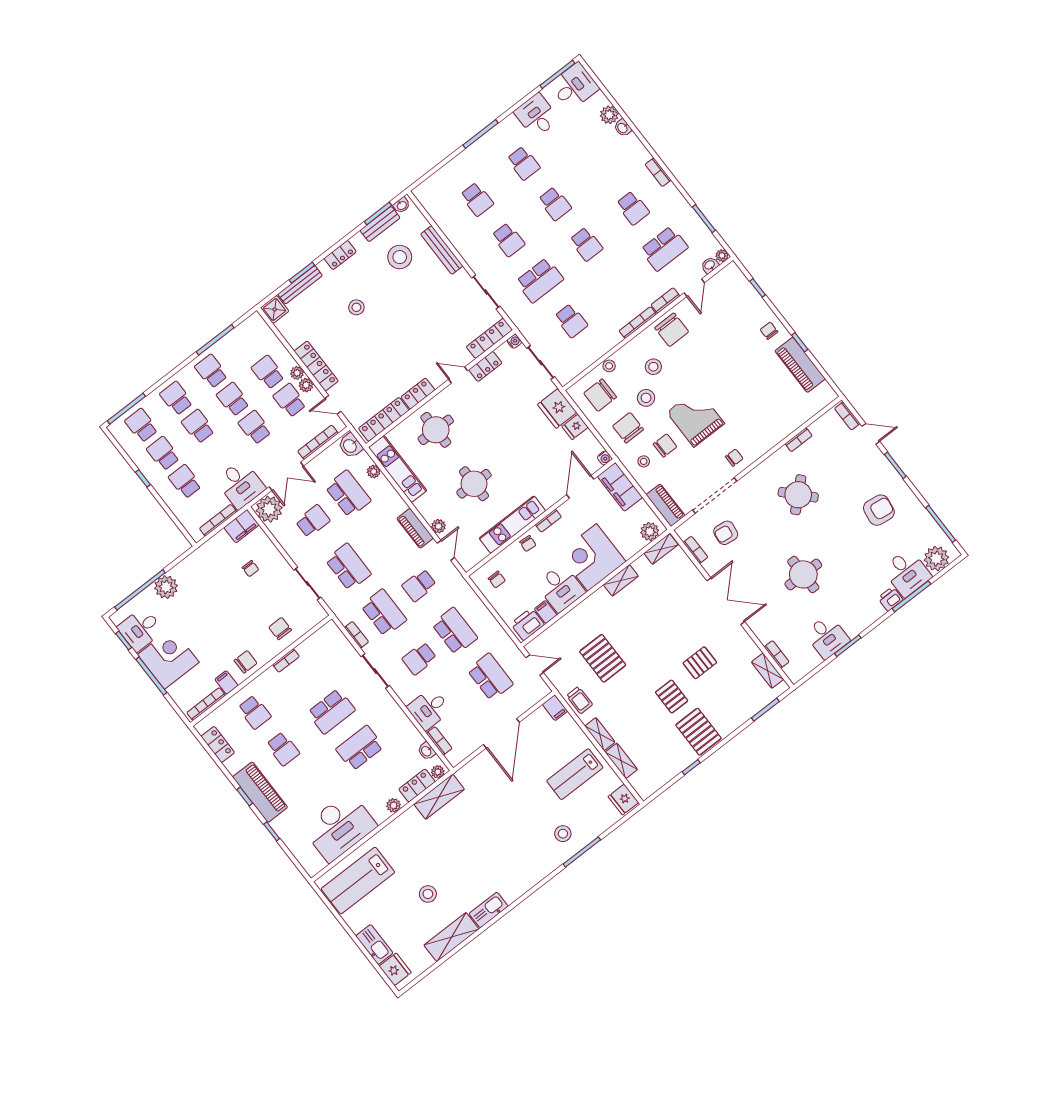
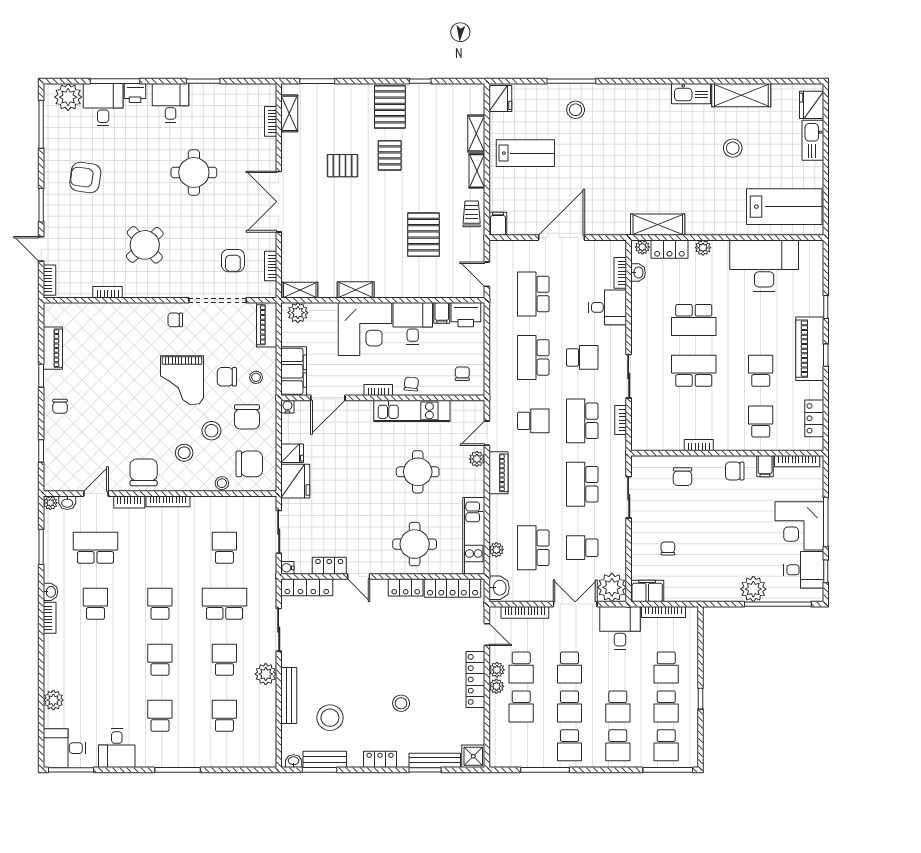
washbasin: (623, 128) -> (50, 592), moved
plant: (470, 253) -> (266, 674), added
piano: (800, 365) -> (53, 348), width x0.73, depth x0.75
armchair: (726, 533) -> (233, 261), turned 83
desk: (827, 637) -> (171, 103), moved

